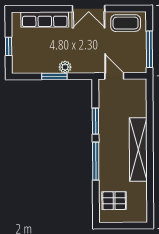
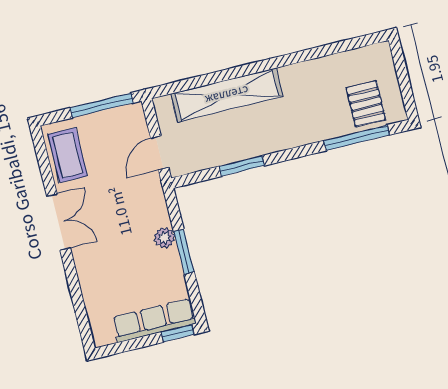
row of seats: (45, 20) -> (154, 320), moved, turned -90
window: (9, 46) -> (178, 333), moved
shelving: (138, 150) -> (227, 95), moved
window: (96, 161) -> (357, 138), moved

